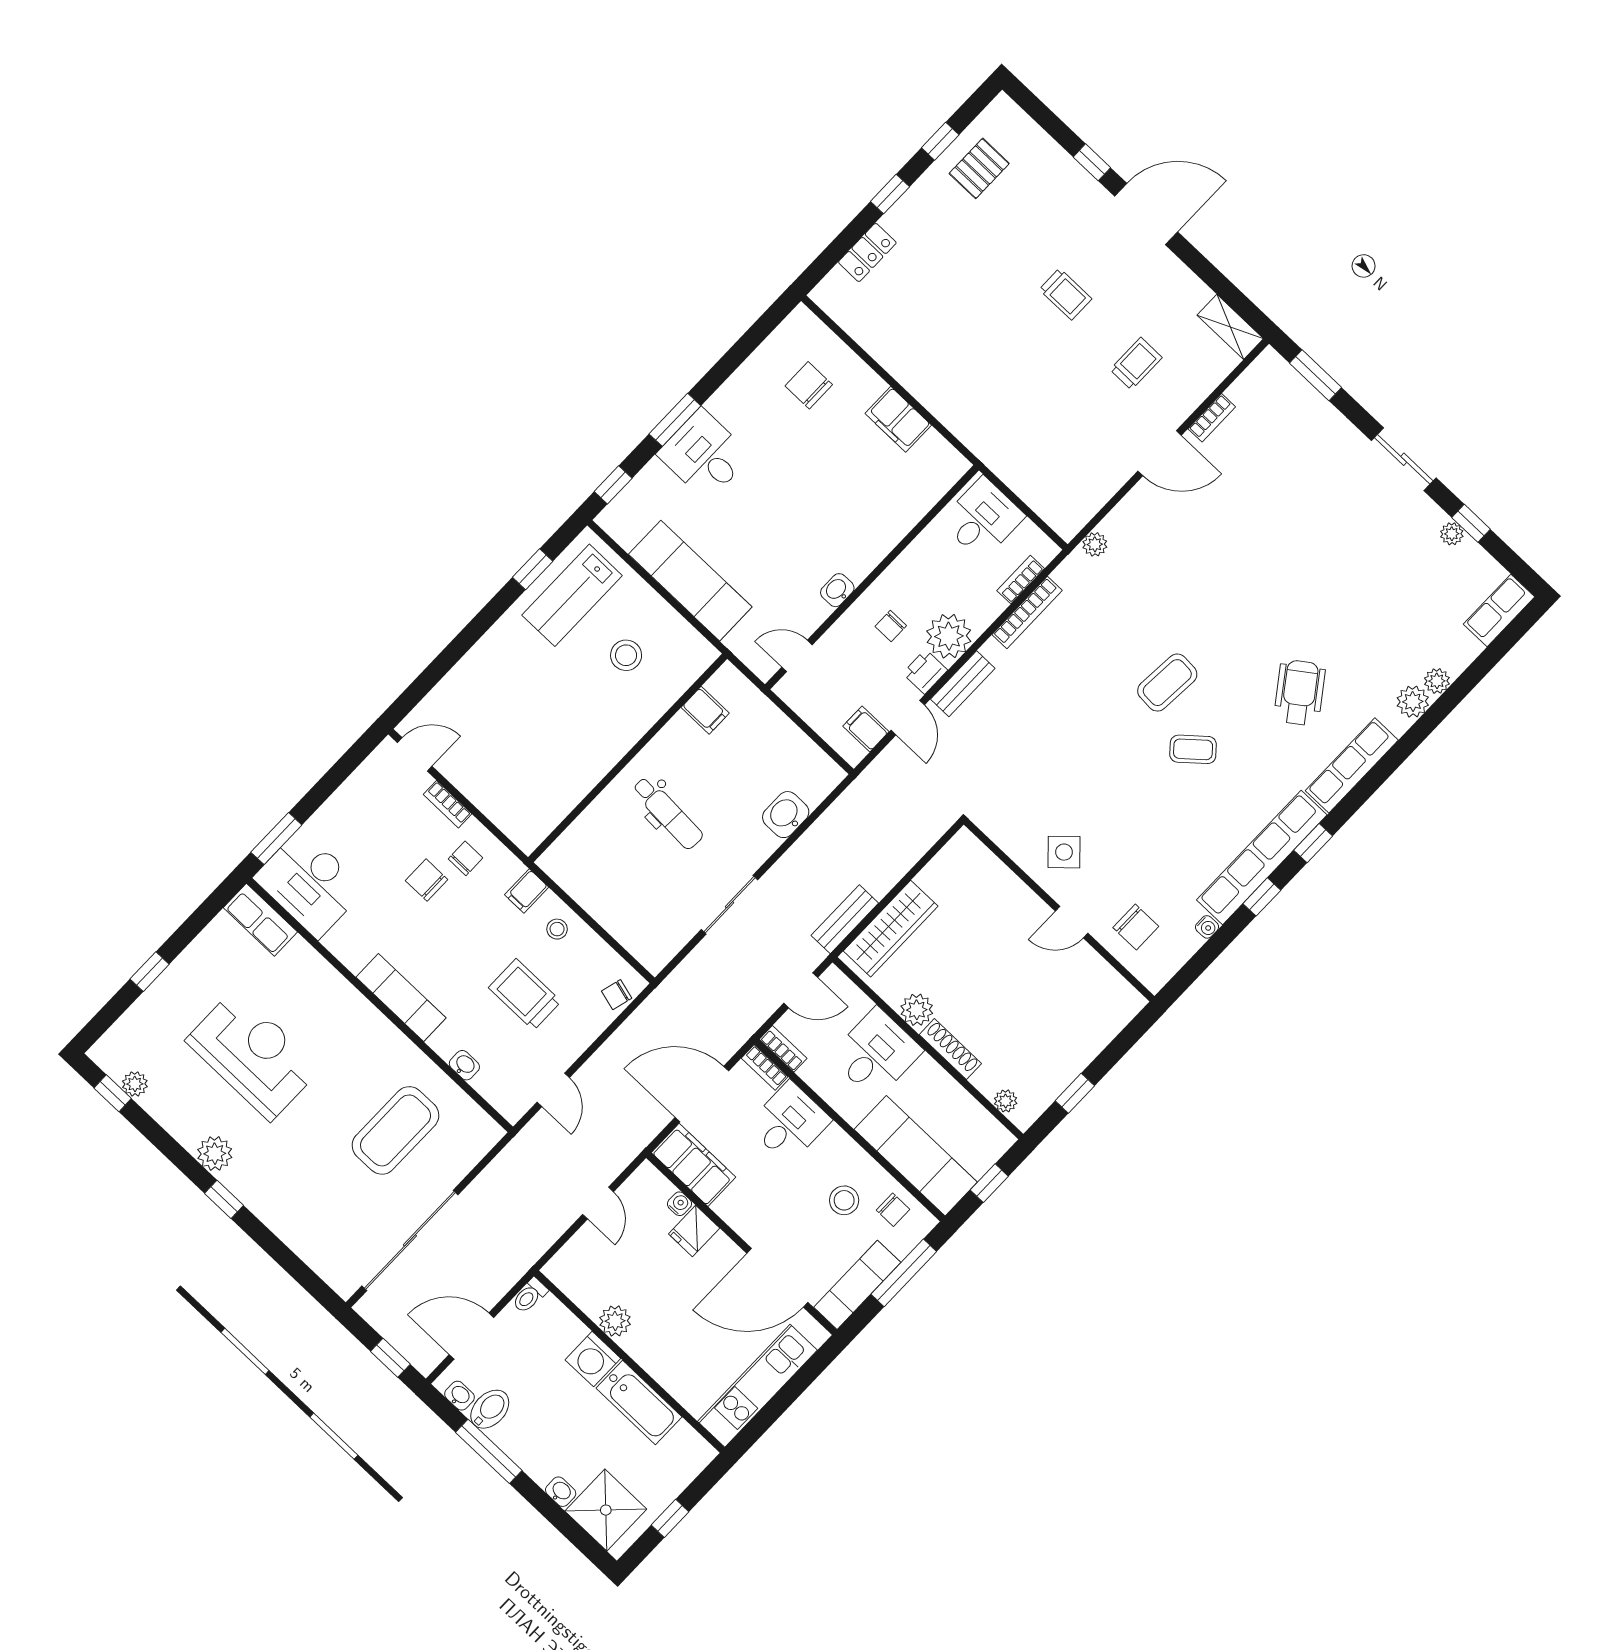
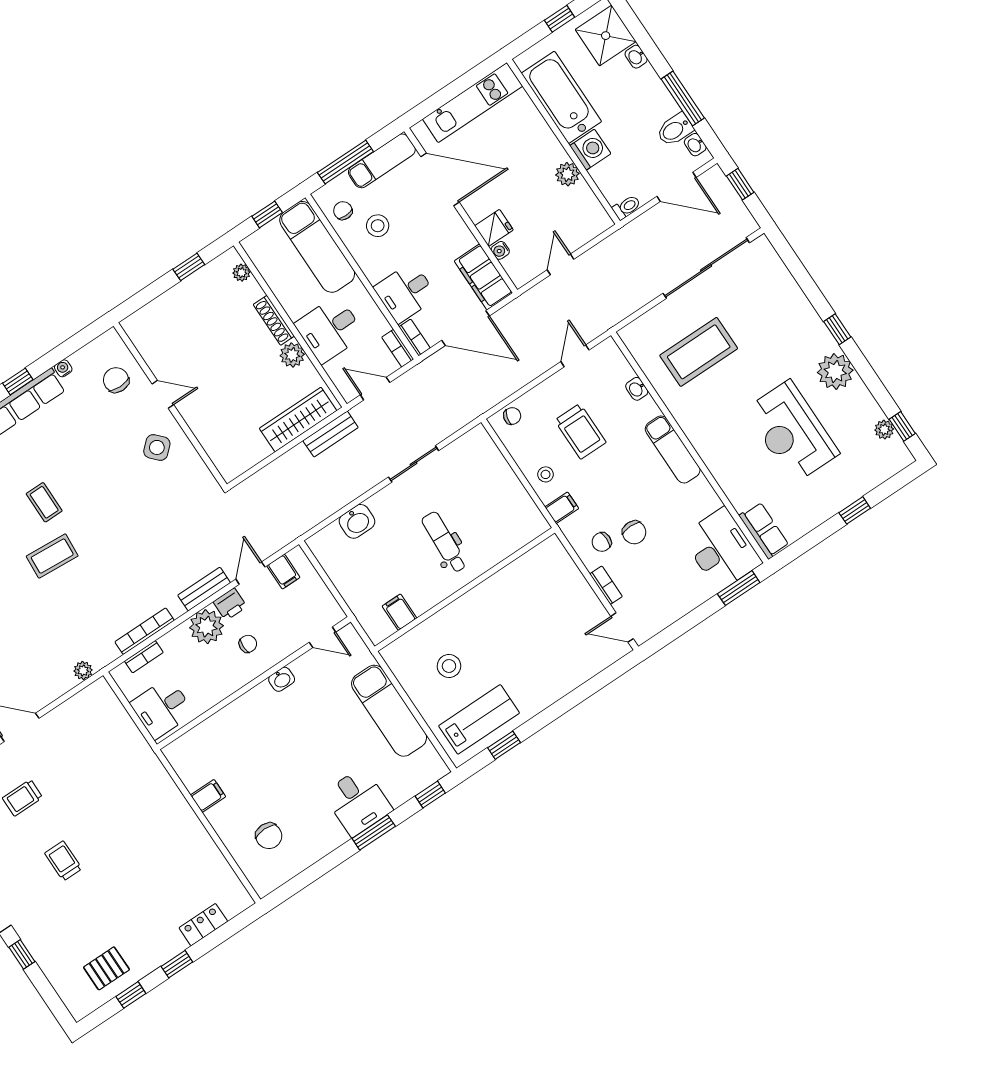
filing cabinet: (898, 419) -> (208, 796), width x0.50
coffee table: (1193, 749) -> (44, 502), turned 41
plant: (215, 1154) -> (835, 371), width x1.36, depth x1.36
bathtub: (639, 1402) -> (561, 97), width x1.36, depth x1.36

